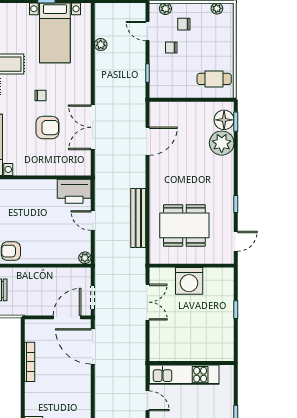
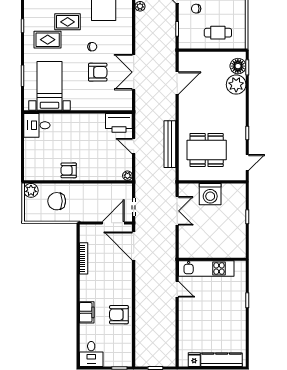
cafe table: (214, 79) -> (218, 33), moved

